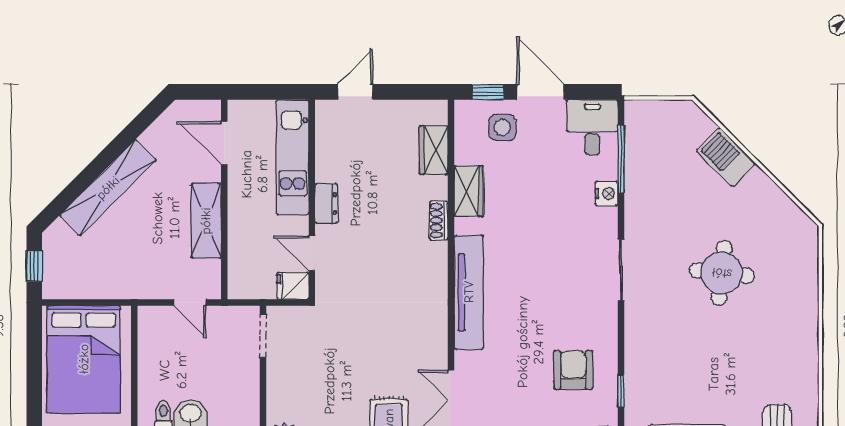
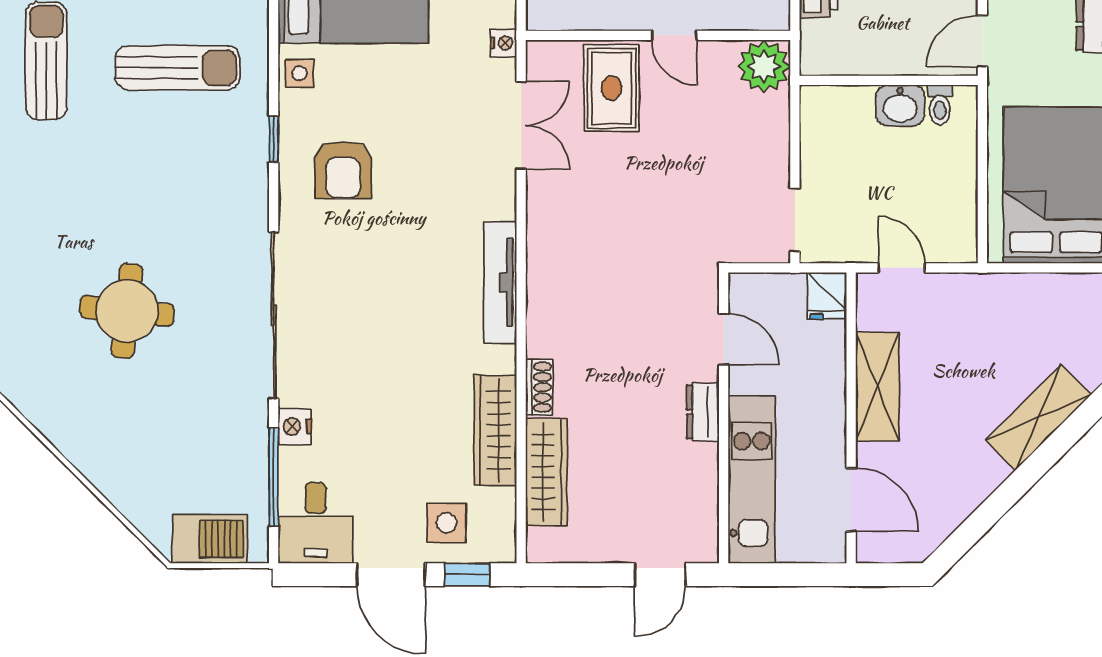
wardrobe: (434, 150) -> (546, 472), width x1.50
barbecue: (726, 157) -> (210, 539), moved, turned -45
shelving: (108, 188) -> (1038, 417), width x0.68
wardrobe: (469, 191) -> (495, 430), width x1.50
sliding door: (621, 270) -> (274, 315), width x1.86
fridge: (293, 286) -> (827, 296), moved, turned 90
tv unit: (469, 292) -> (500, 282), width x0.73, depth x0.78

